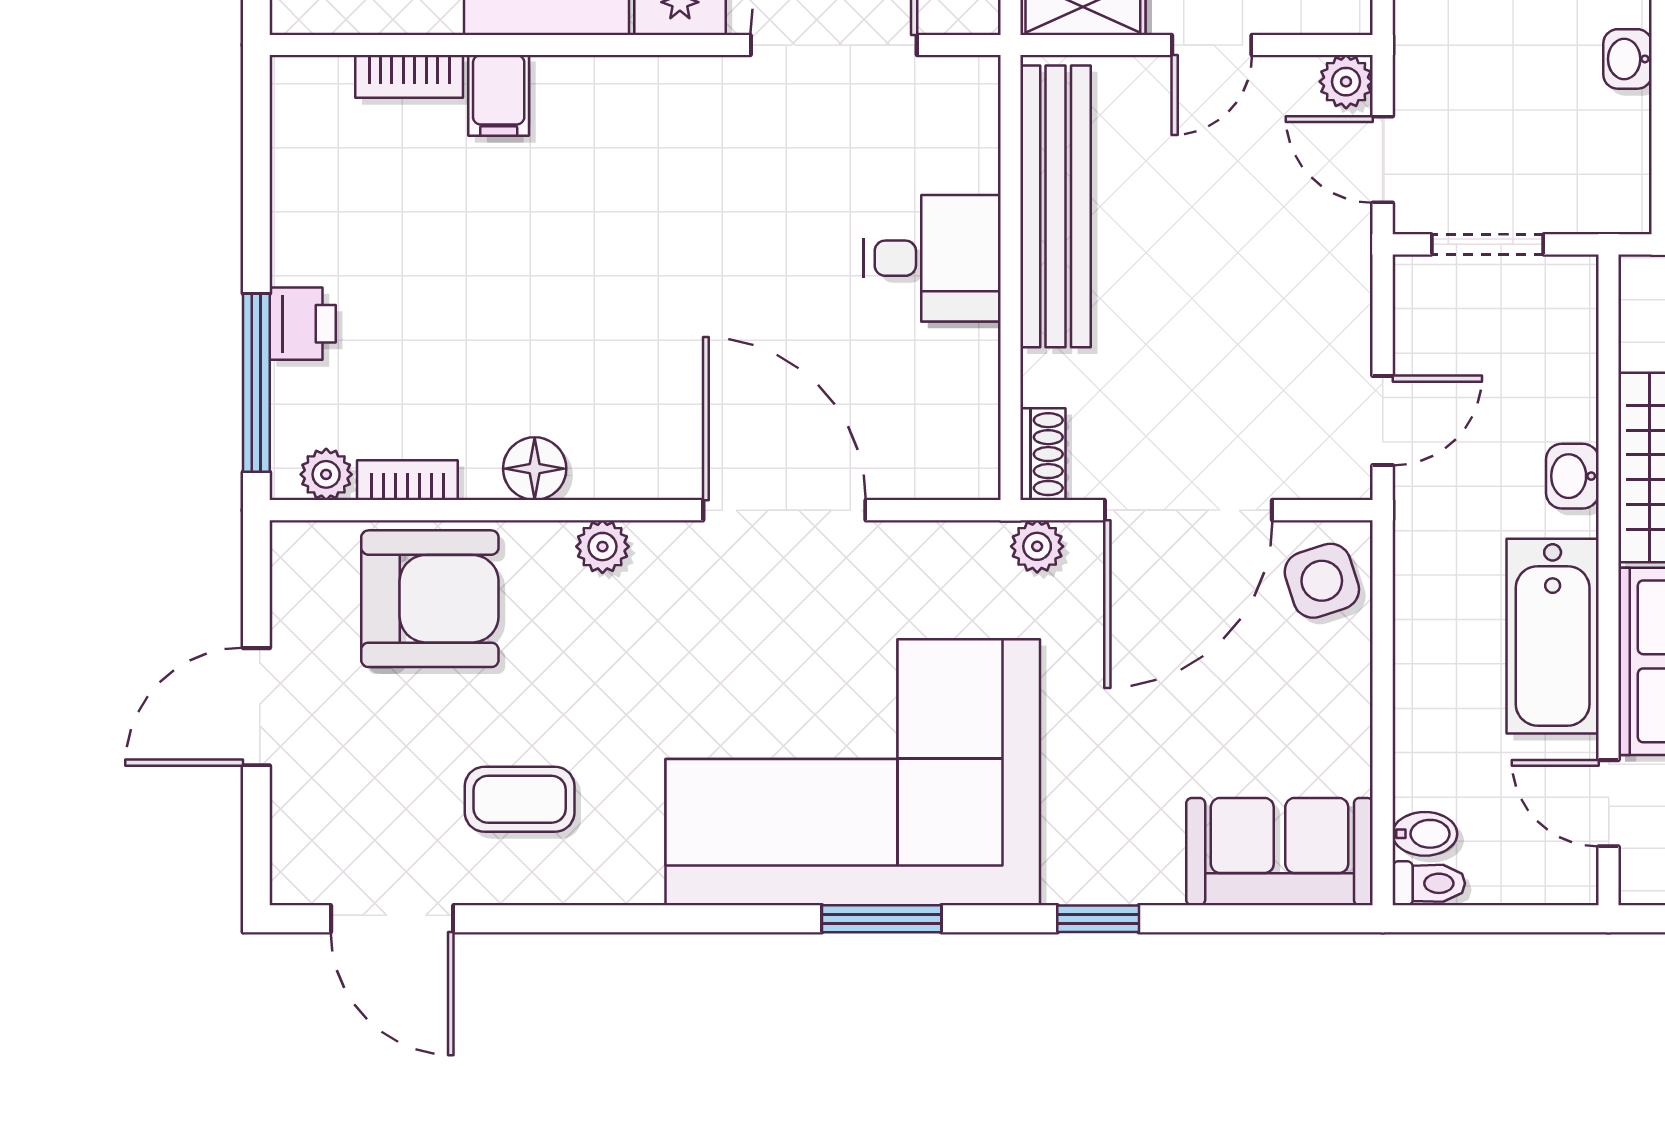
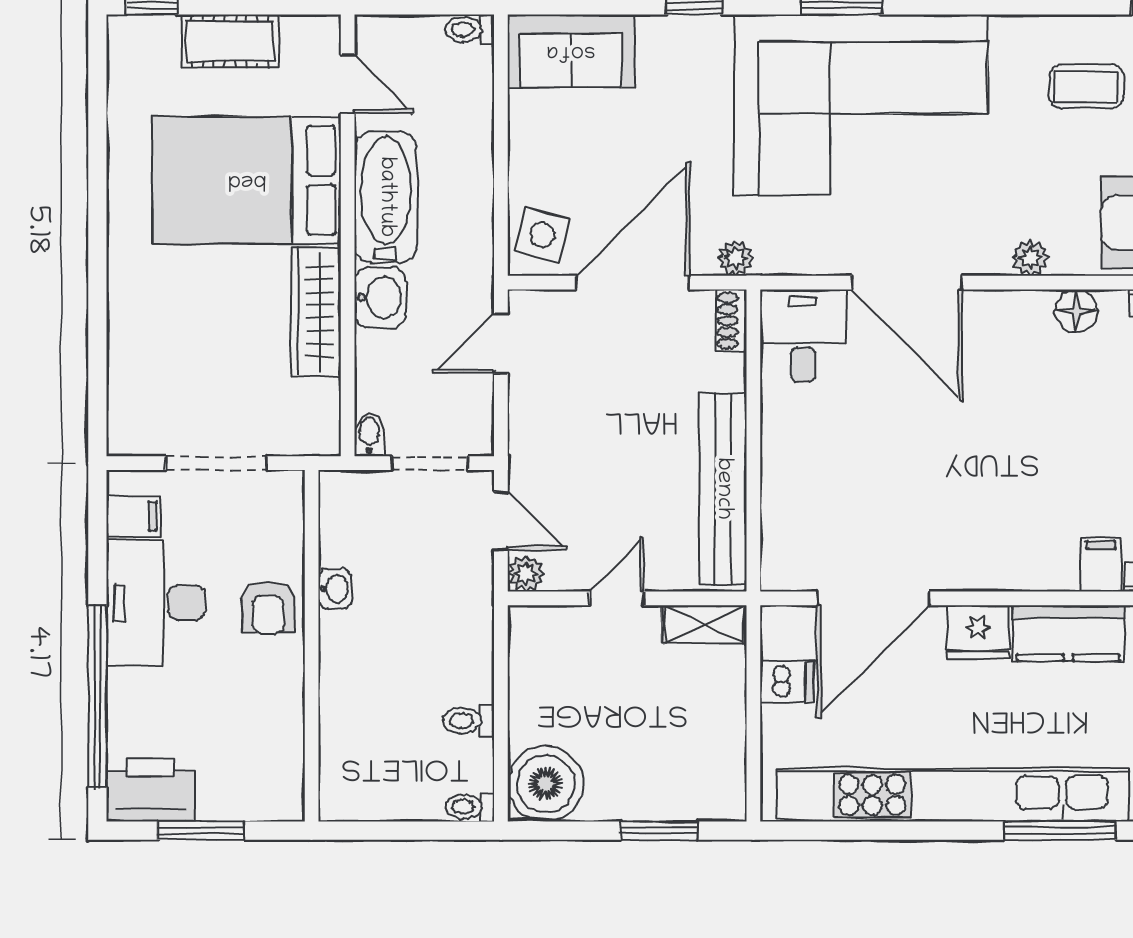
desk: (932, 258) -> (803, 336), moved, turned 90
washbasin: (1572, 476) -> (380, 297), width x1.38, depth x1.45
side table: (1322, 581) -> (542, 235), turned 33
bidet: (1425, 834) -> (369, 434), moved, turned 90

